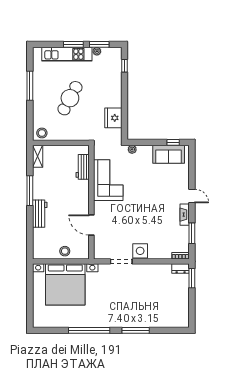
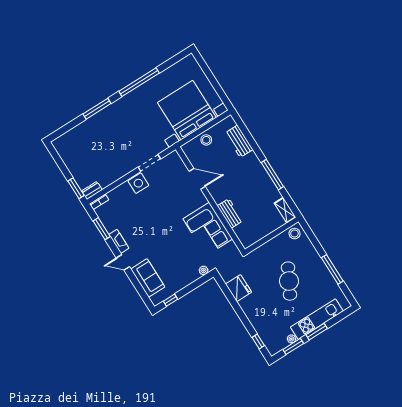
sofa: (169, 154) -> (148, 278), moved, turned 90
workbench: (83, 167) -> (230, 213), moved
workbench: (40, 214) -> (239, 141), moved

